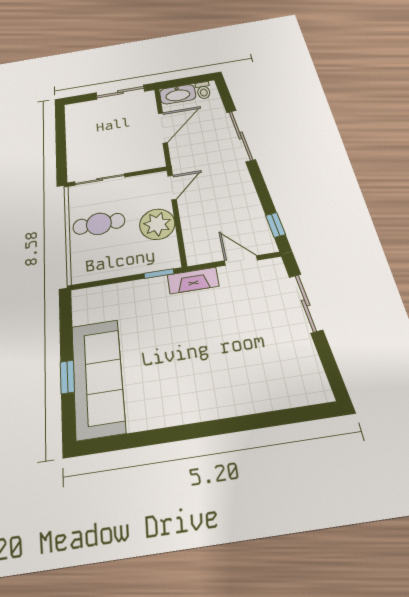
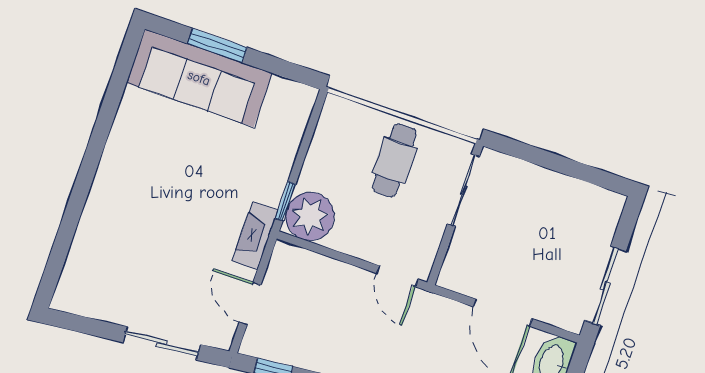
plant: (157, 224) -> (310, 216), moved
door: (241, 260) -> (250, 303), swing flipped
window: (67, 377) -> (217, 45), width x1.50

